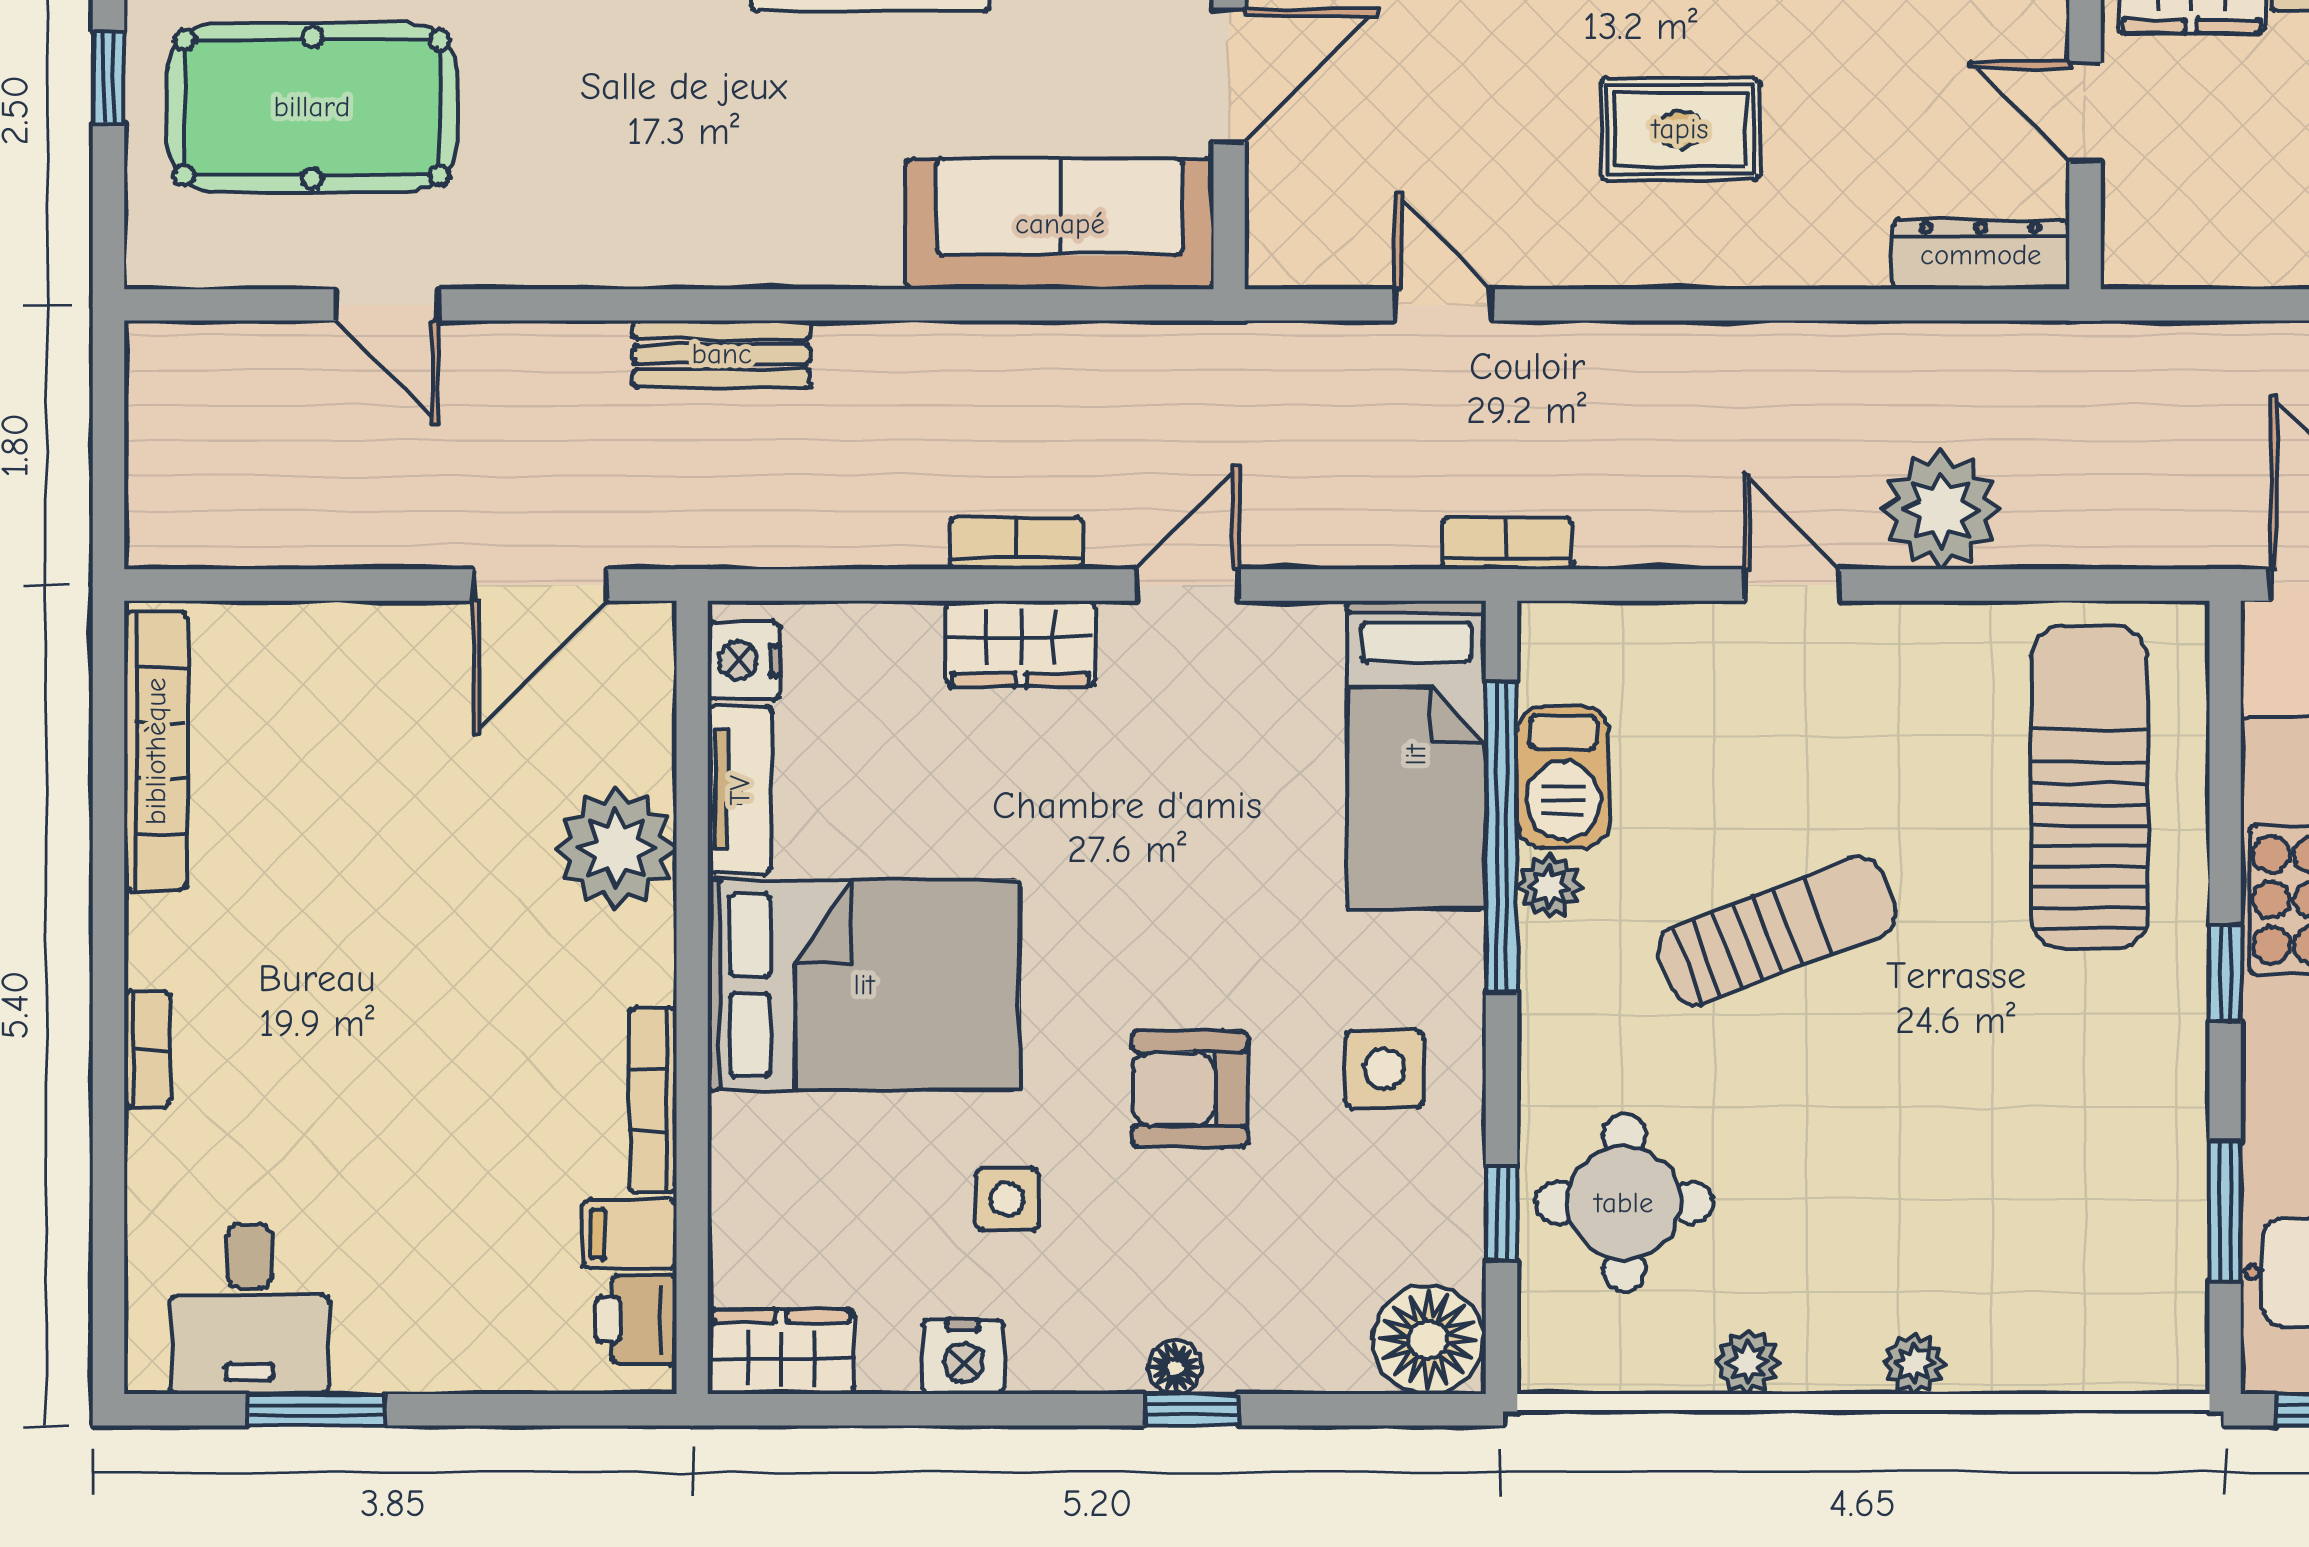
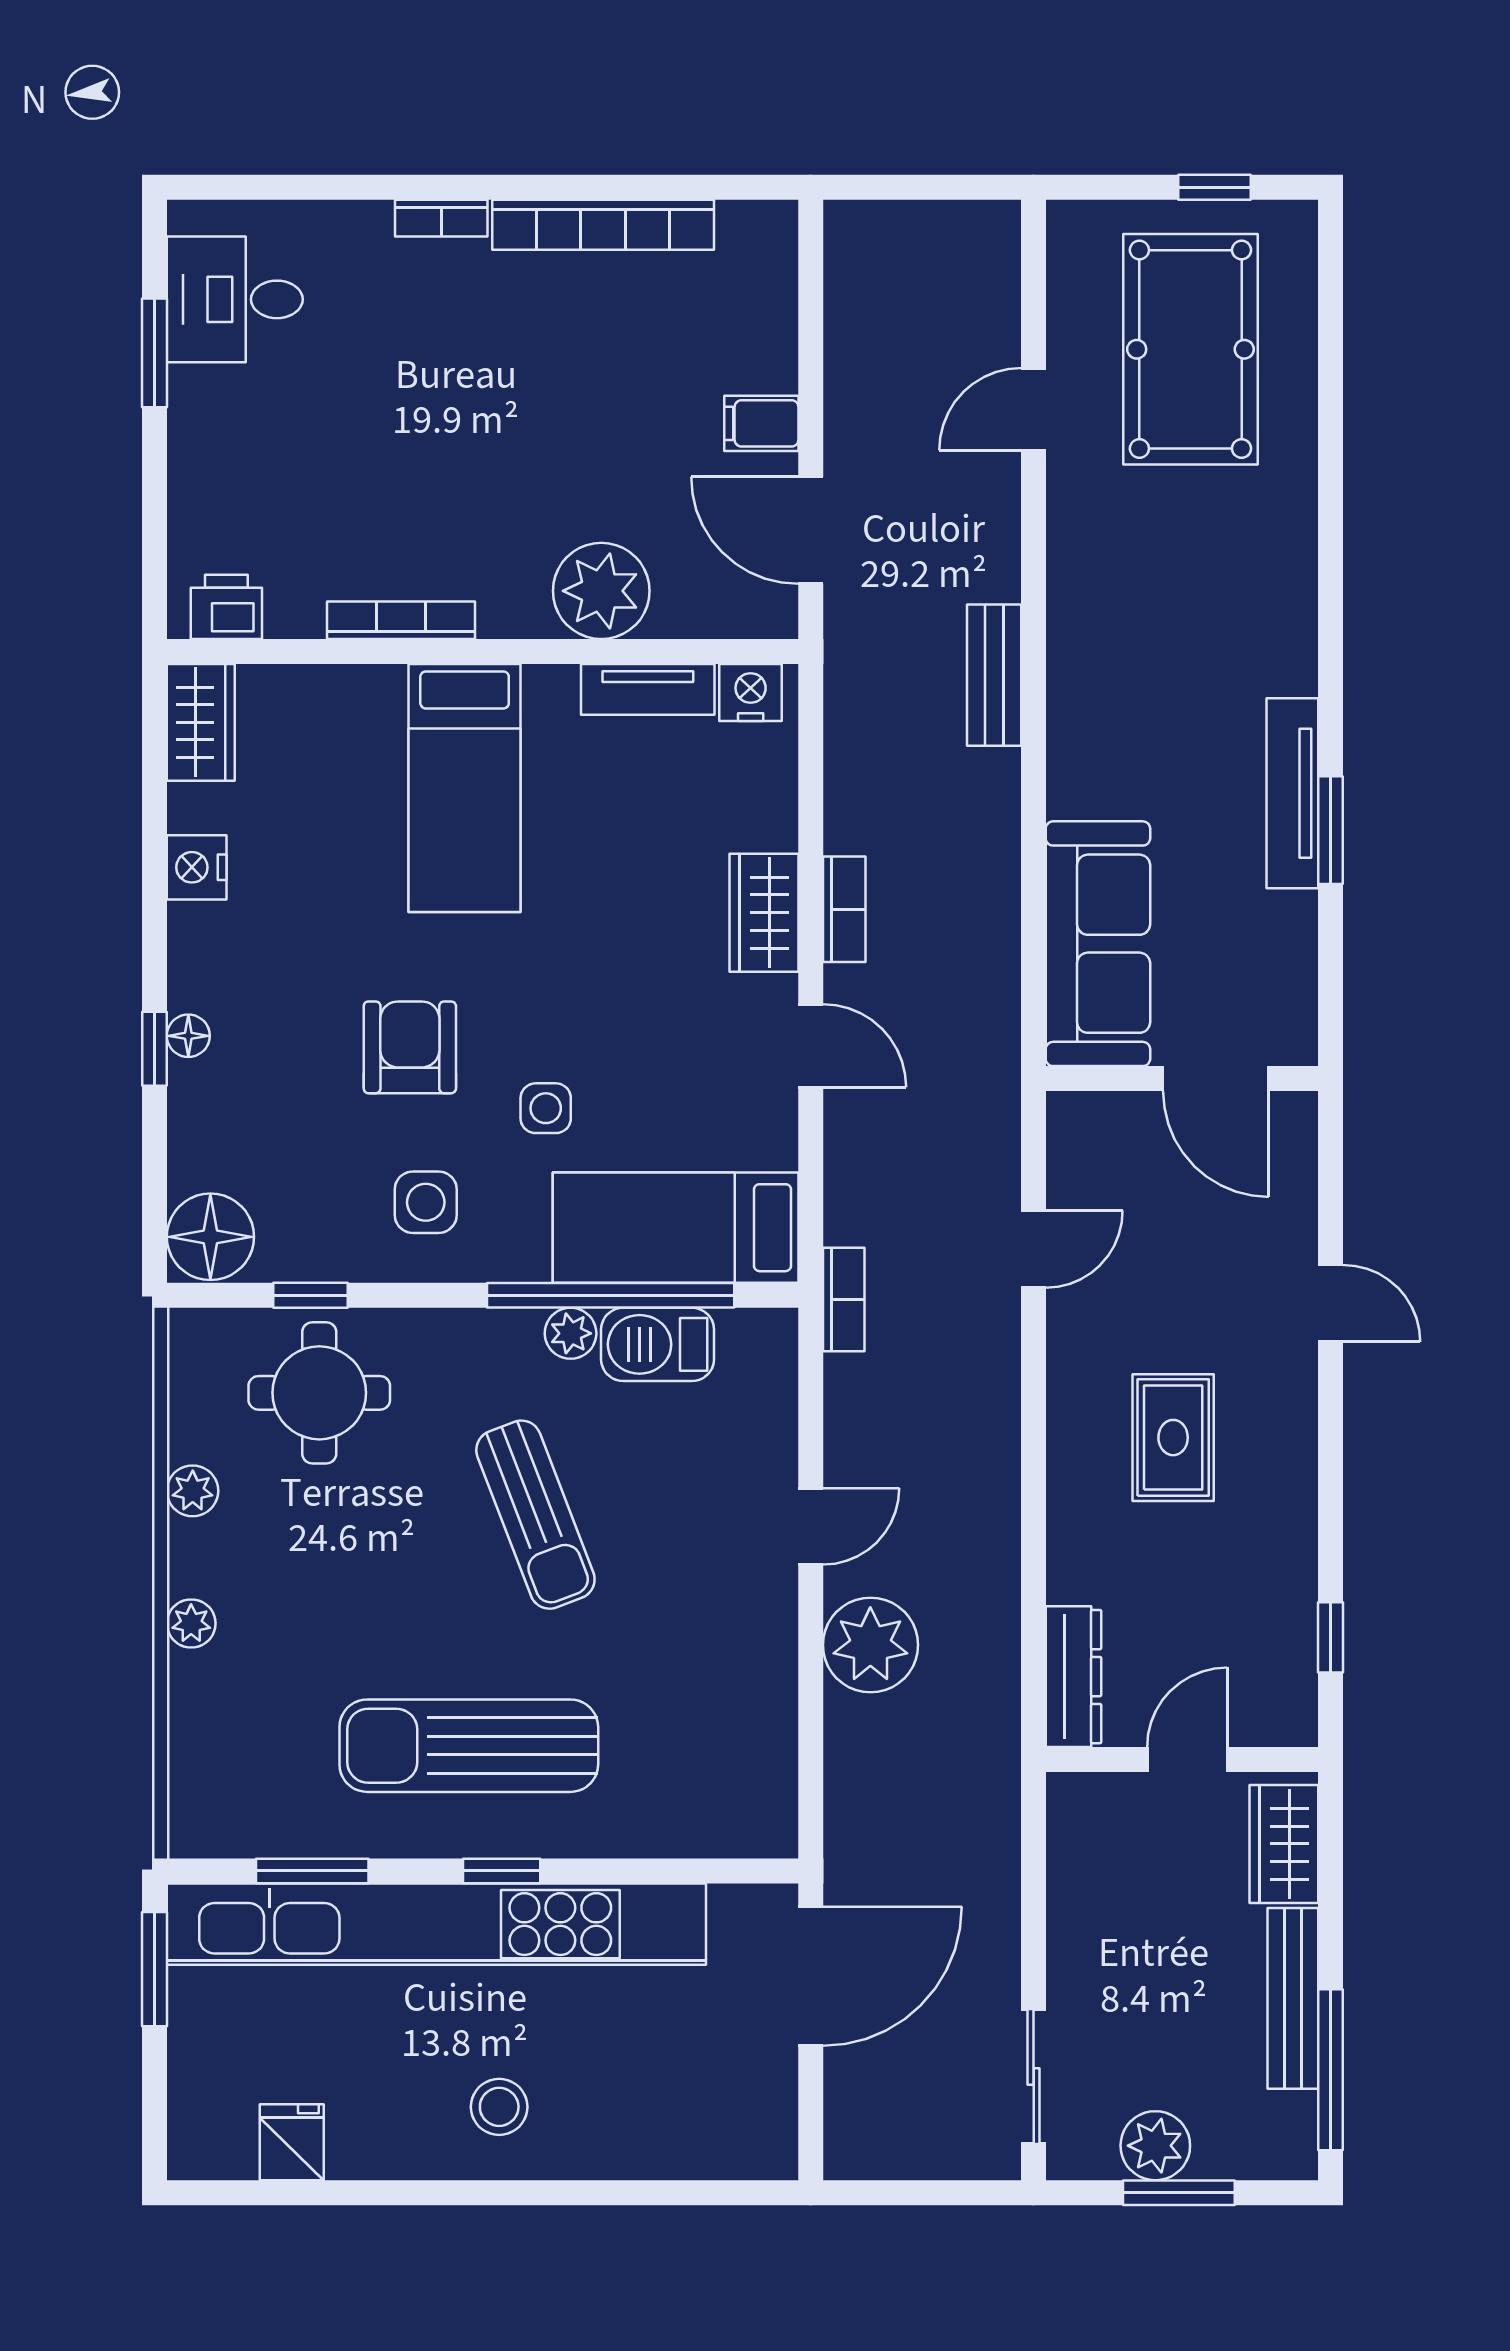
bookcase: (156, 751) -> (603, 225), moved
sun lounger: (2090, 787) -> (469, 1746), moved, turned 180
bed: (864, 985) -> (465, 788), width x0.67
side table: (1007, 1199) -> (546, 1108), moved
filing cabinet: (630, 1234) -> (761, 423), moved, turned -90

